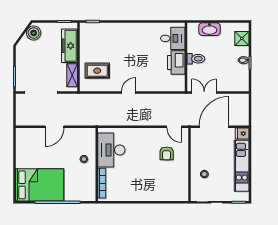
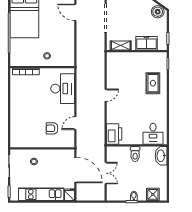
washbasin: (210, 29) -> (161, 156), moved
freezer: (69, 46) -> (146, 43), width x0.71
printer: (176, 62) -> (114, 134), moved, turned 90
rug: (97, 71) -> (153, 83), moved
door: (129, 92) -> (106, 95), hinge flipped
double door: (204, 92) -> (106, 173), moved
door: (54, 127) -> (75, 12), moved
door: (174, 127) -> (75, 123), moved
desk: (111, 150) -> (63, 89), moved, turned 90

